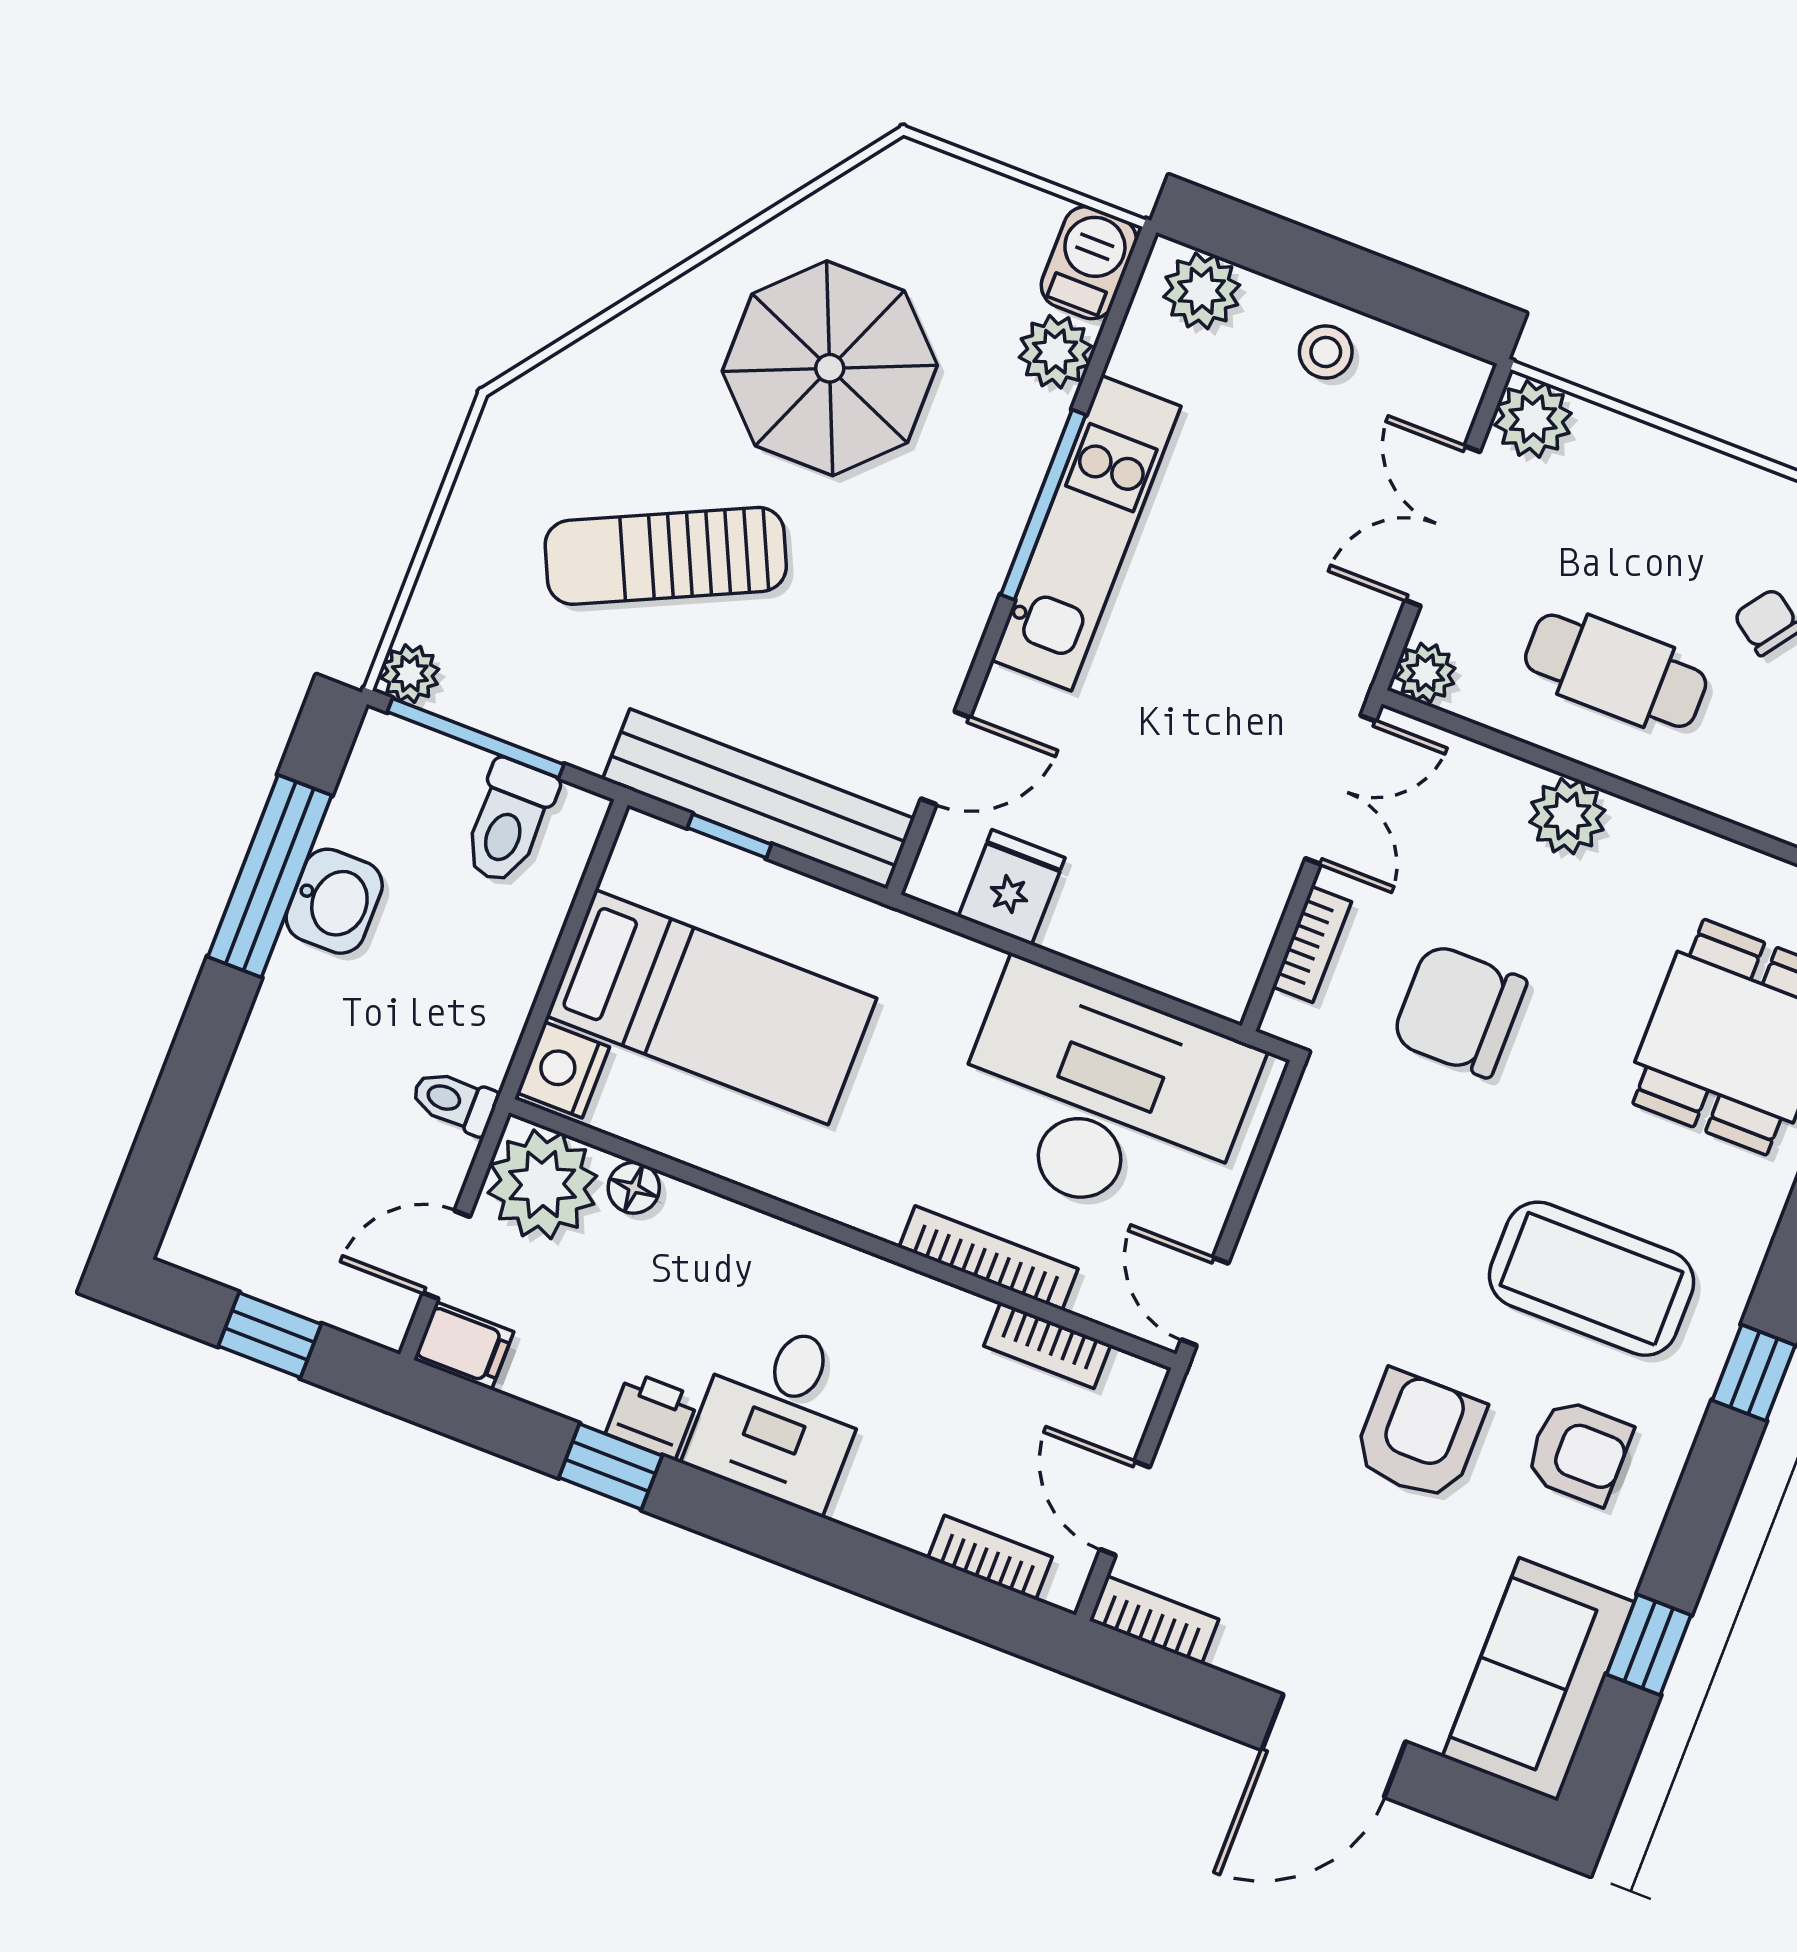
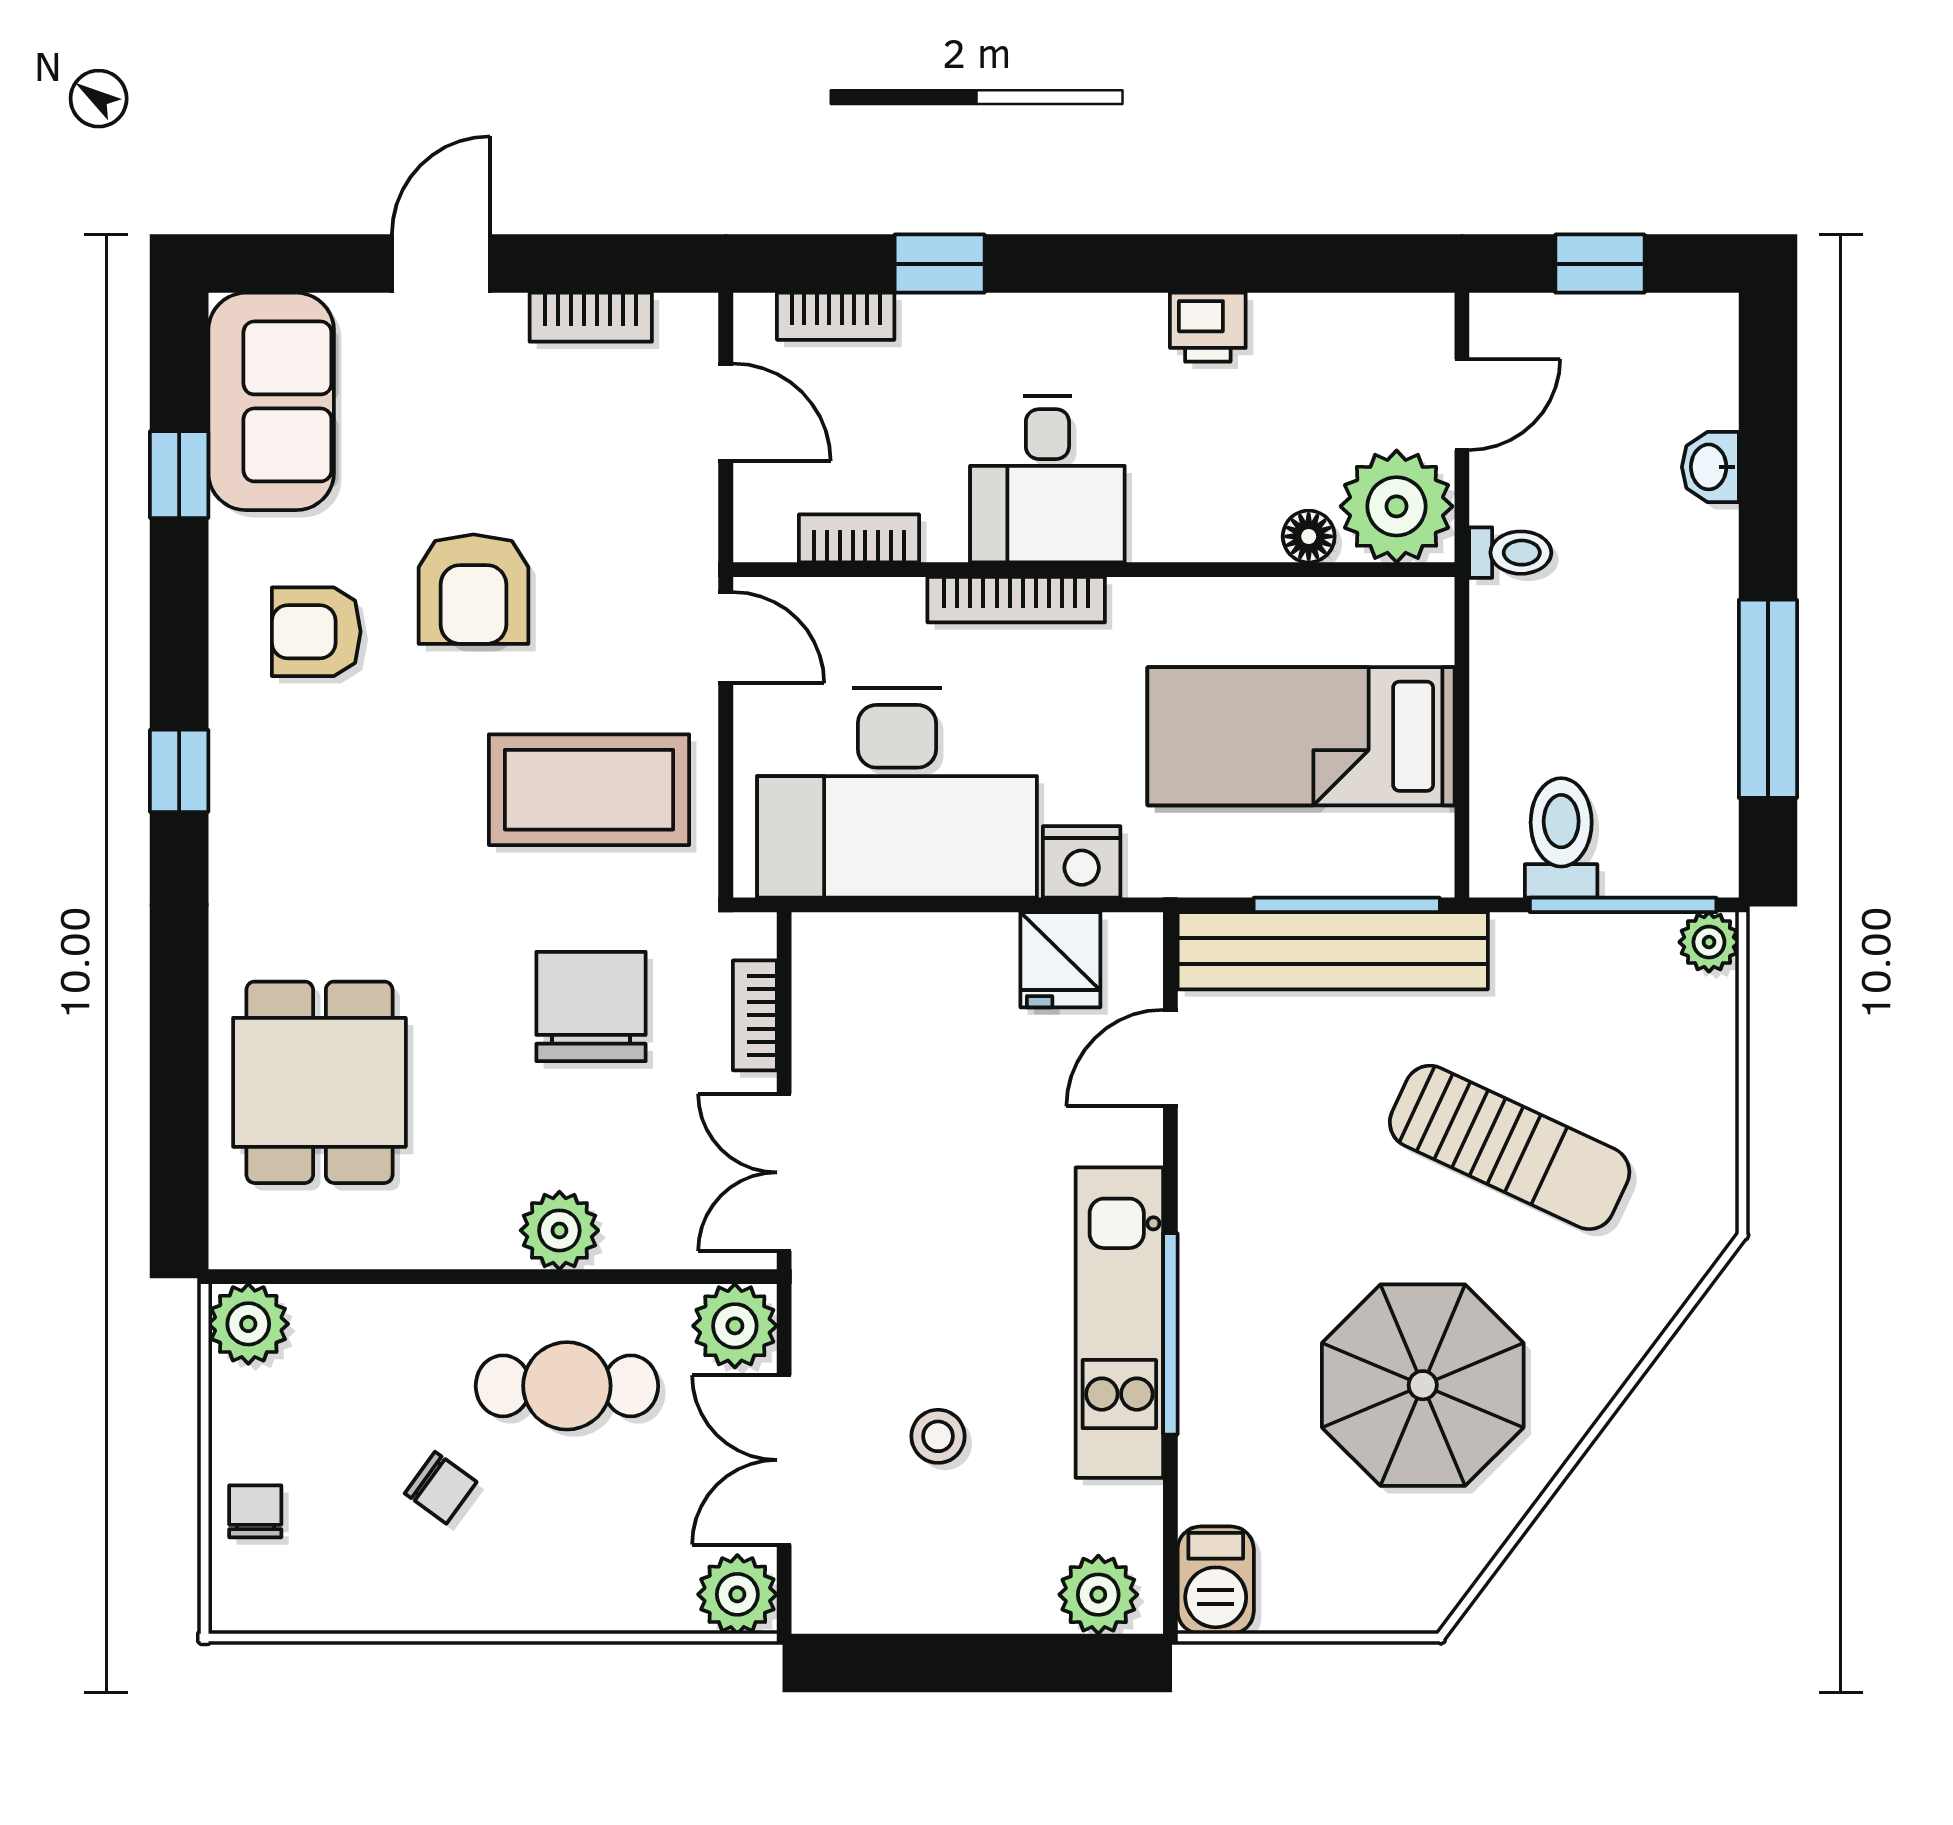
plant: (1055, 352) -> (1215, 1483), removed
stool: (1326, 352) -> (938, 1436), moved
double door: (1442, 526) -> (784, 1460), swing flipped
sun lounger: (666, 556) -> (1510, 1147), turned 50
plant: (1426, 673) -> (735, 1326), width x1.38, depth x1.38
window: (729, 836) -> (1347, 905), width x2.17
washbasin: (334, 901) -> (1710, 467), moved, width x0.72, depth x0.69
chair: (1459, 1010) -> (591, 1007), turned -90
nightstand: (563, 1070) -> (1082, 862), moved, turned 90
bookcase: (988, 1258) -> (1016, 600), moved
coffee table: (1592, 1279) -> (589, 790), moved
filing cabinet: (464, 1346) -> (1412, 325), removed
desk: (781, 1414) -> (1047, 479), moved, turned 180
window: (610, 1467) -> (940, 264), moved
bookcase: (1154, 1620) -> (591, 317), moved
door: (1334, 1746) -> (441, 264), width x0.73

